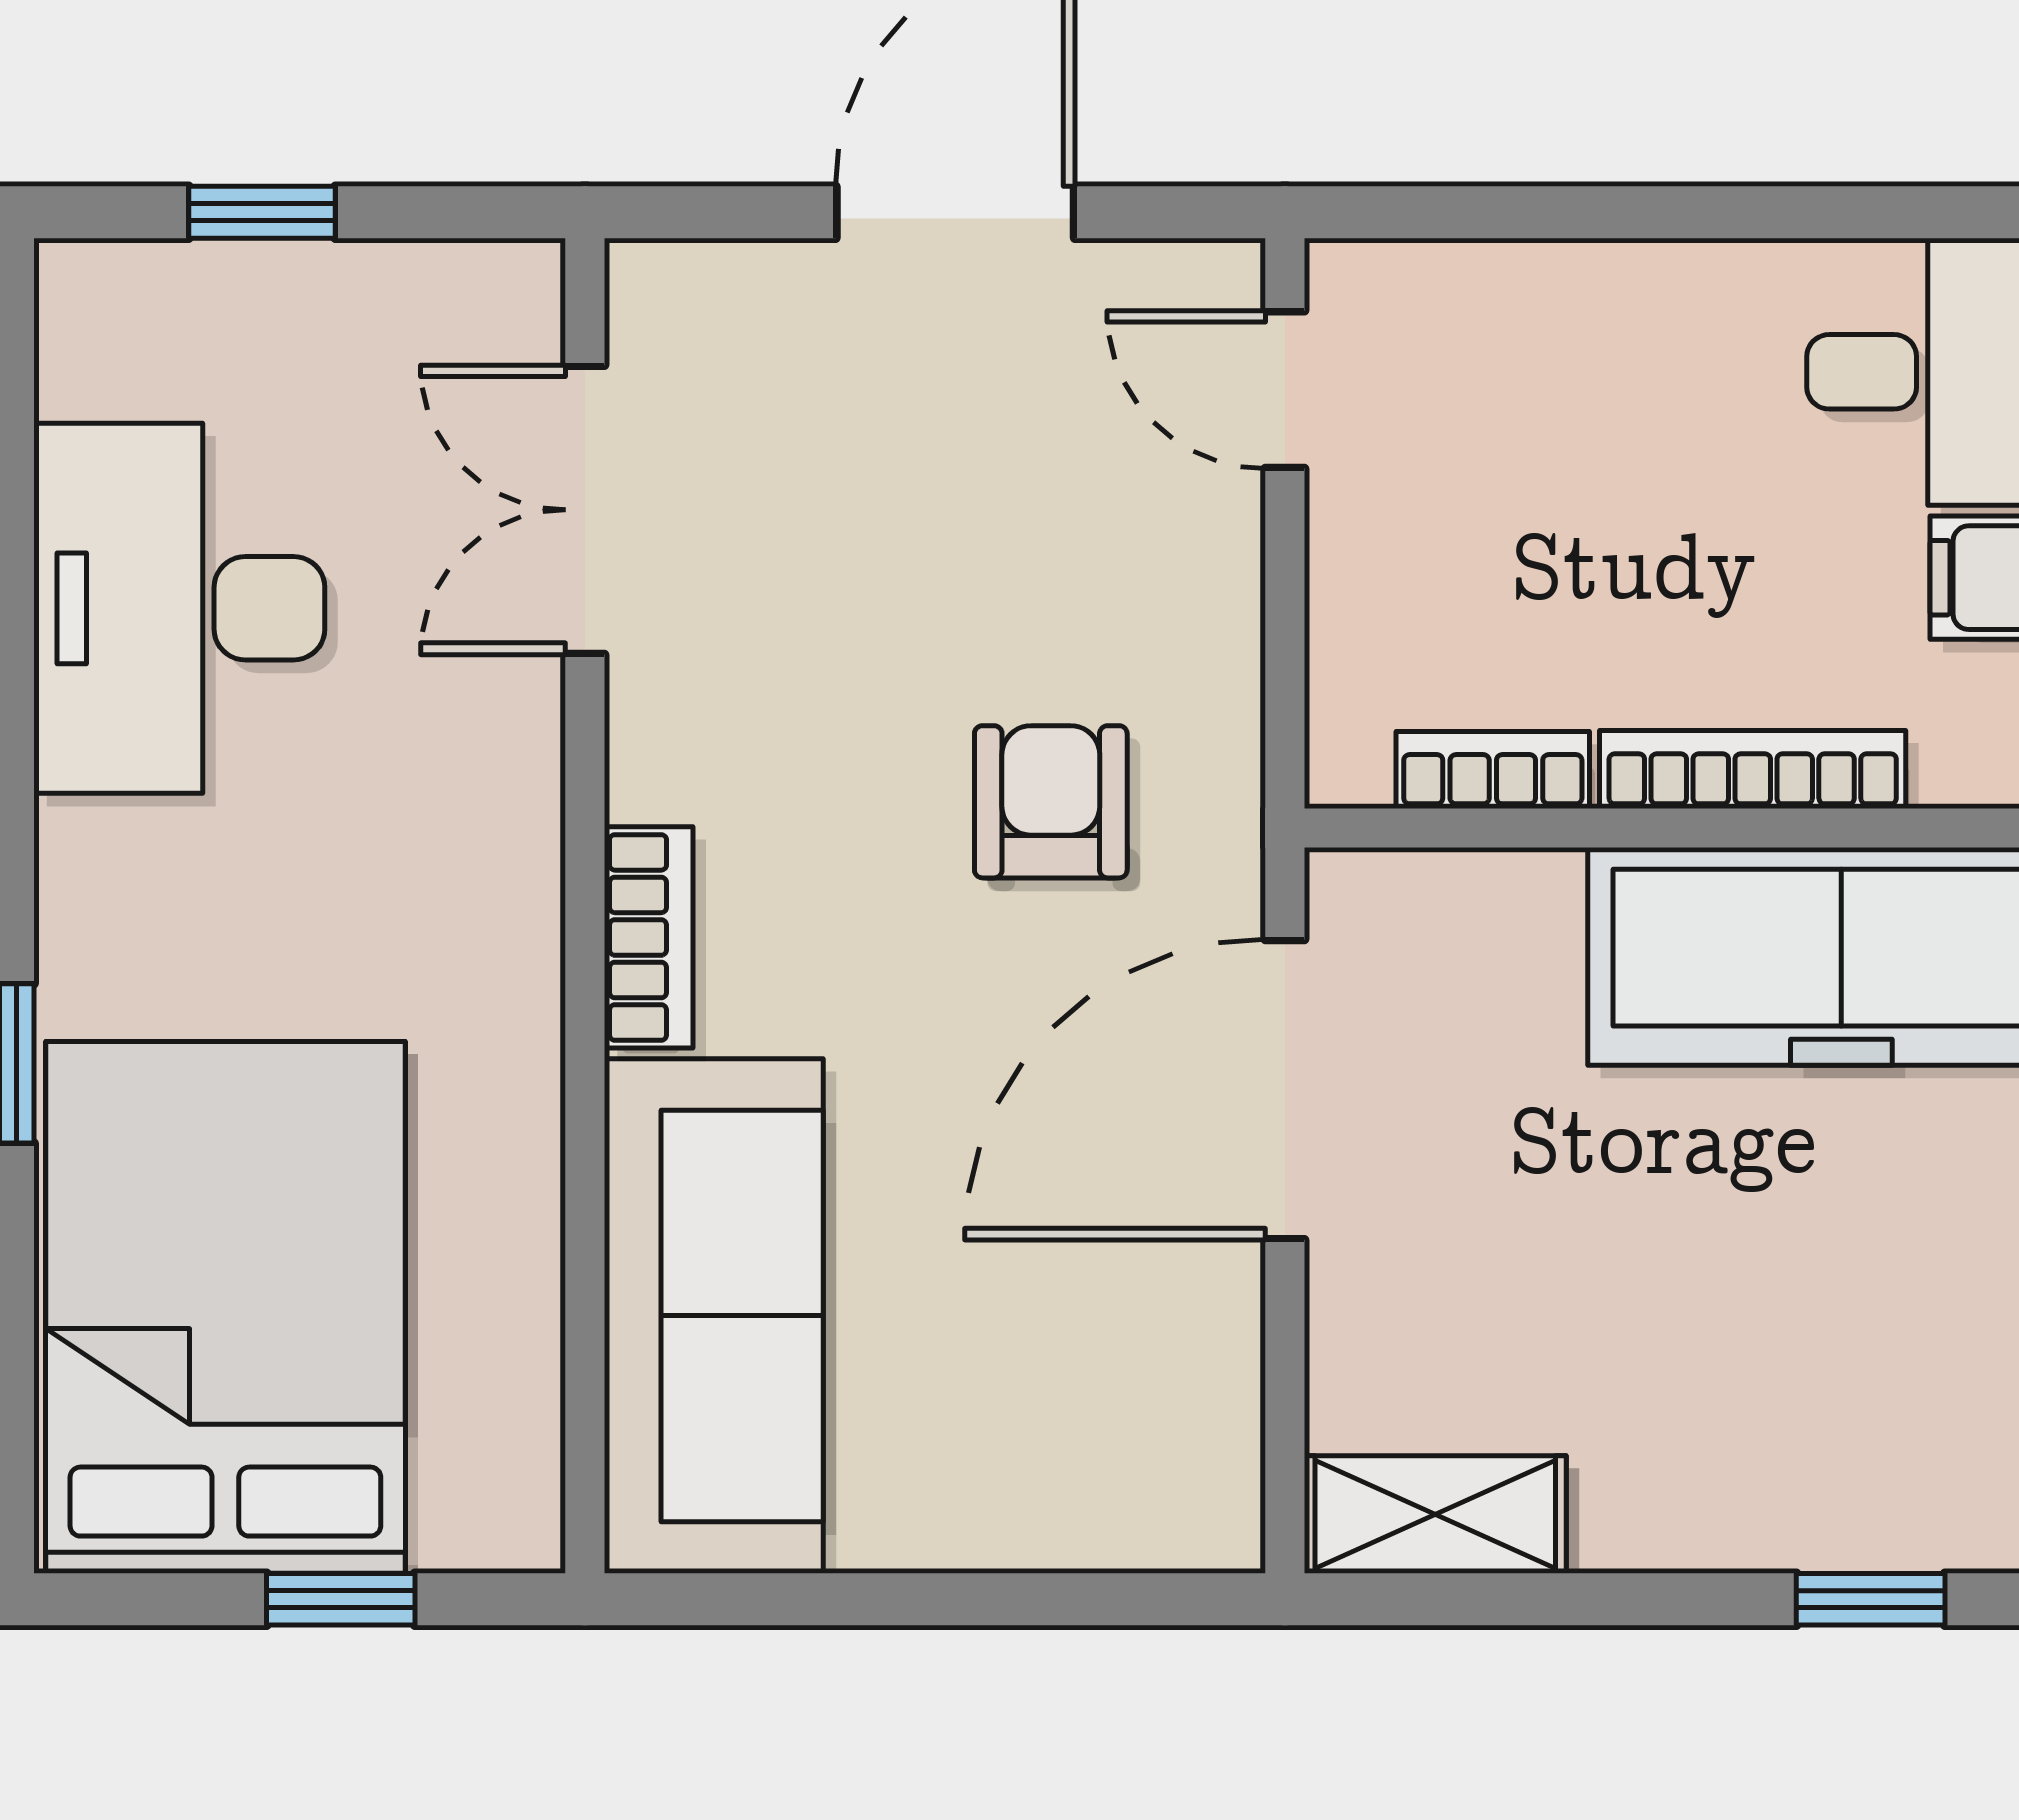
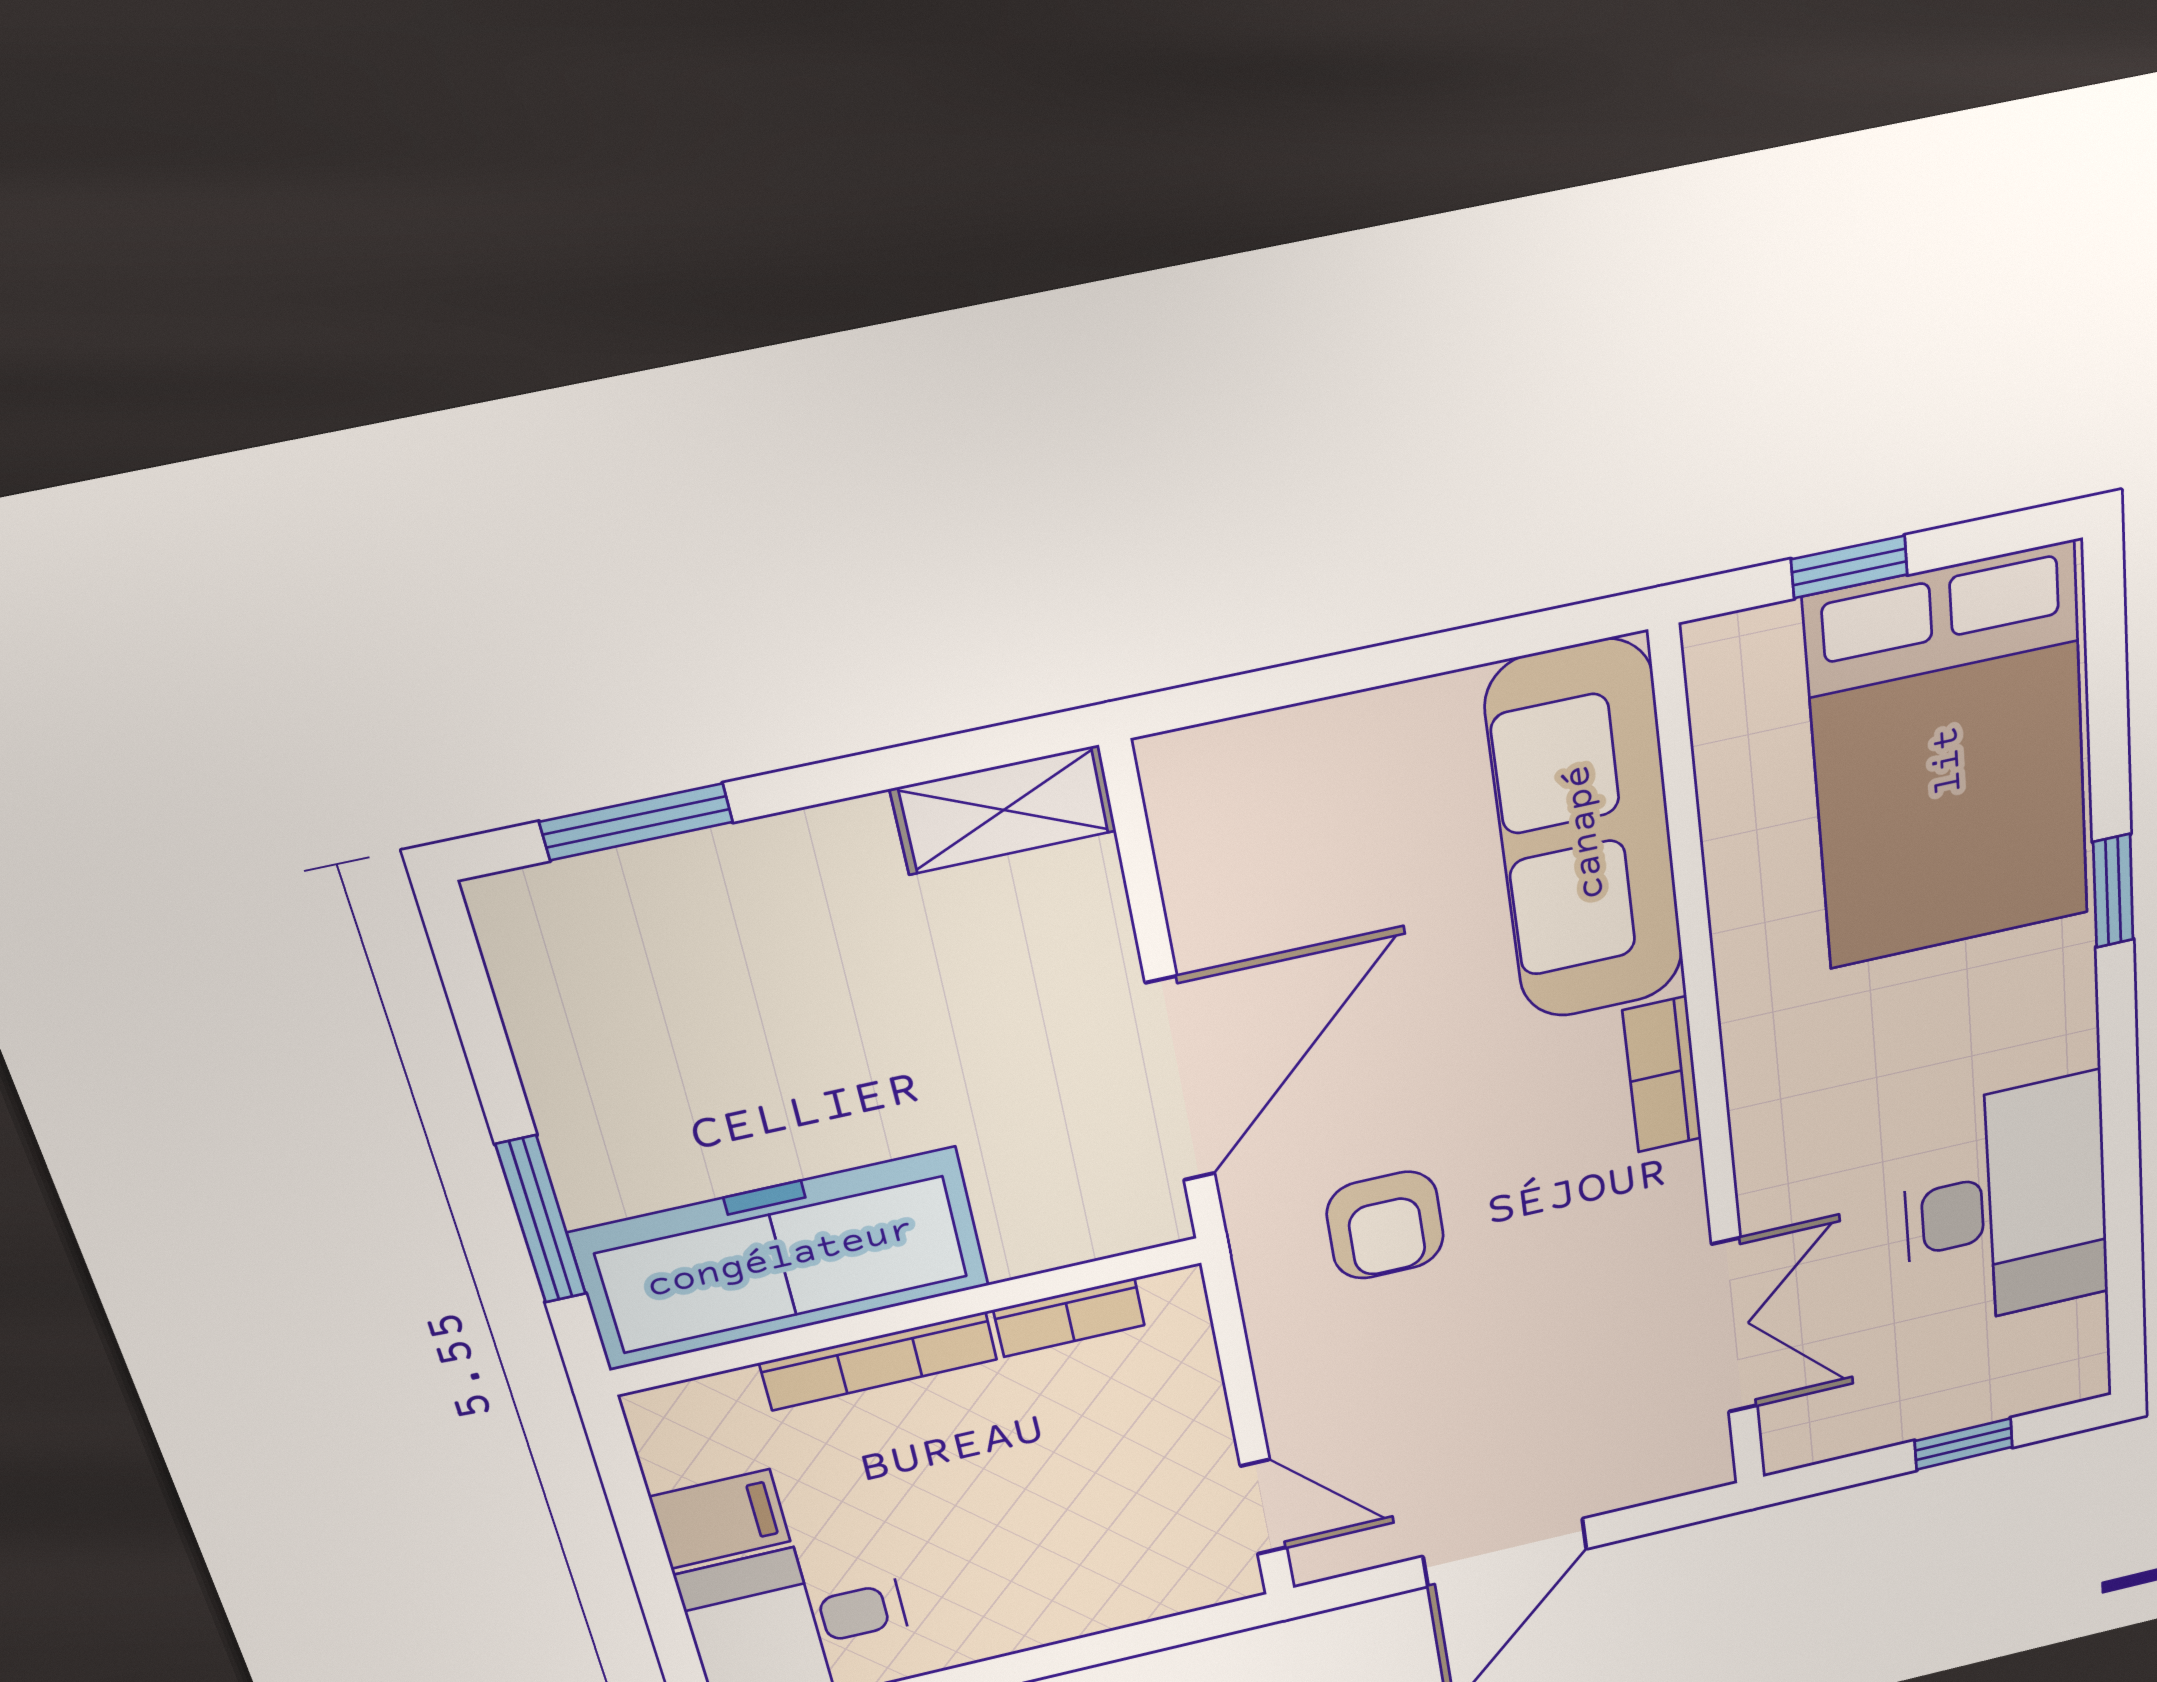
window: (1871, 1599) -> (636, 822), width x1.50

